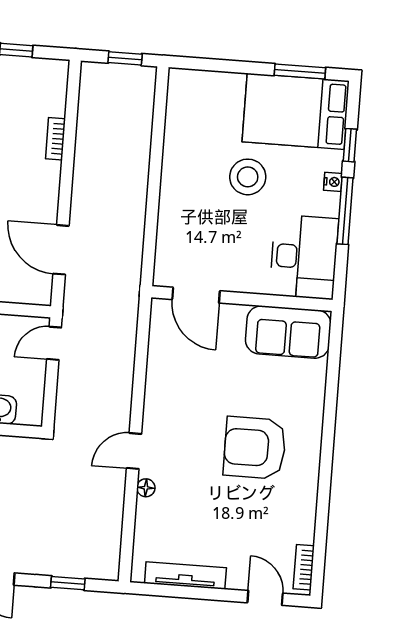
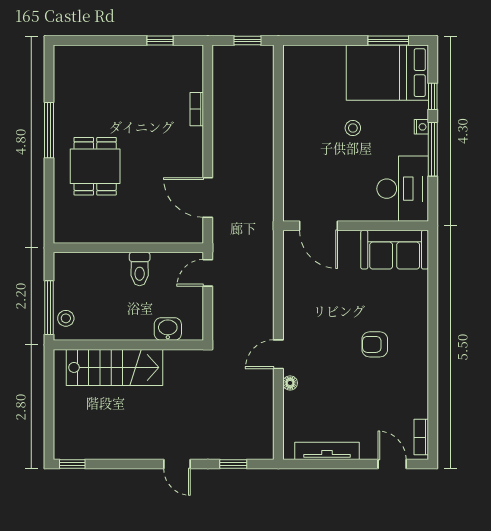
stool: (248, 177) -> (353, 128), width x0.53, depth x0.53
armchair: (255, 448) -> (375, 344), width x0.53, depth x0.53

